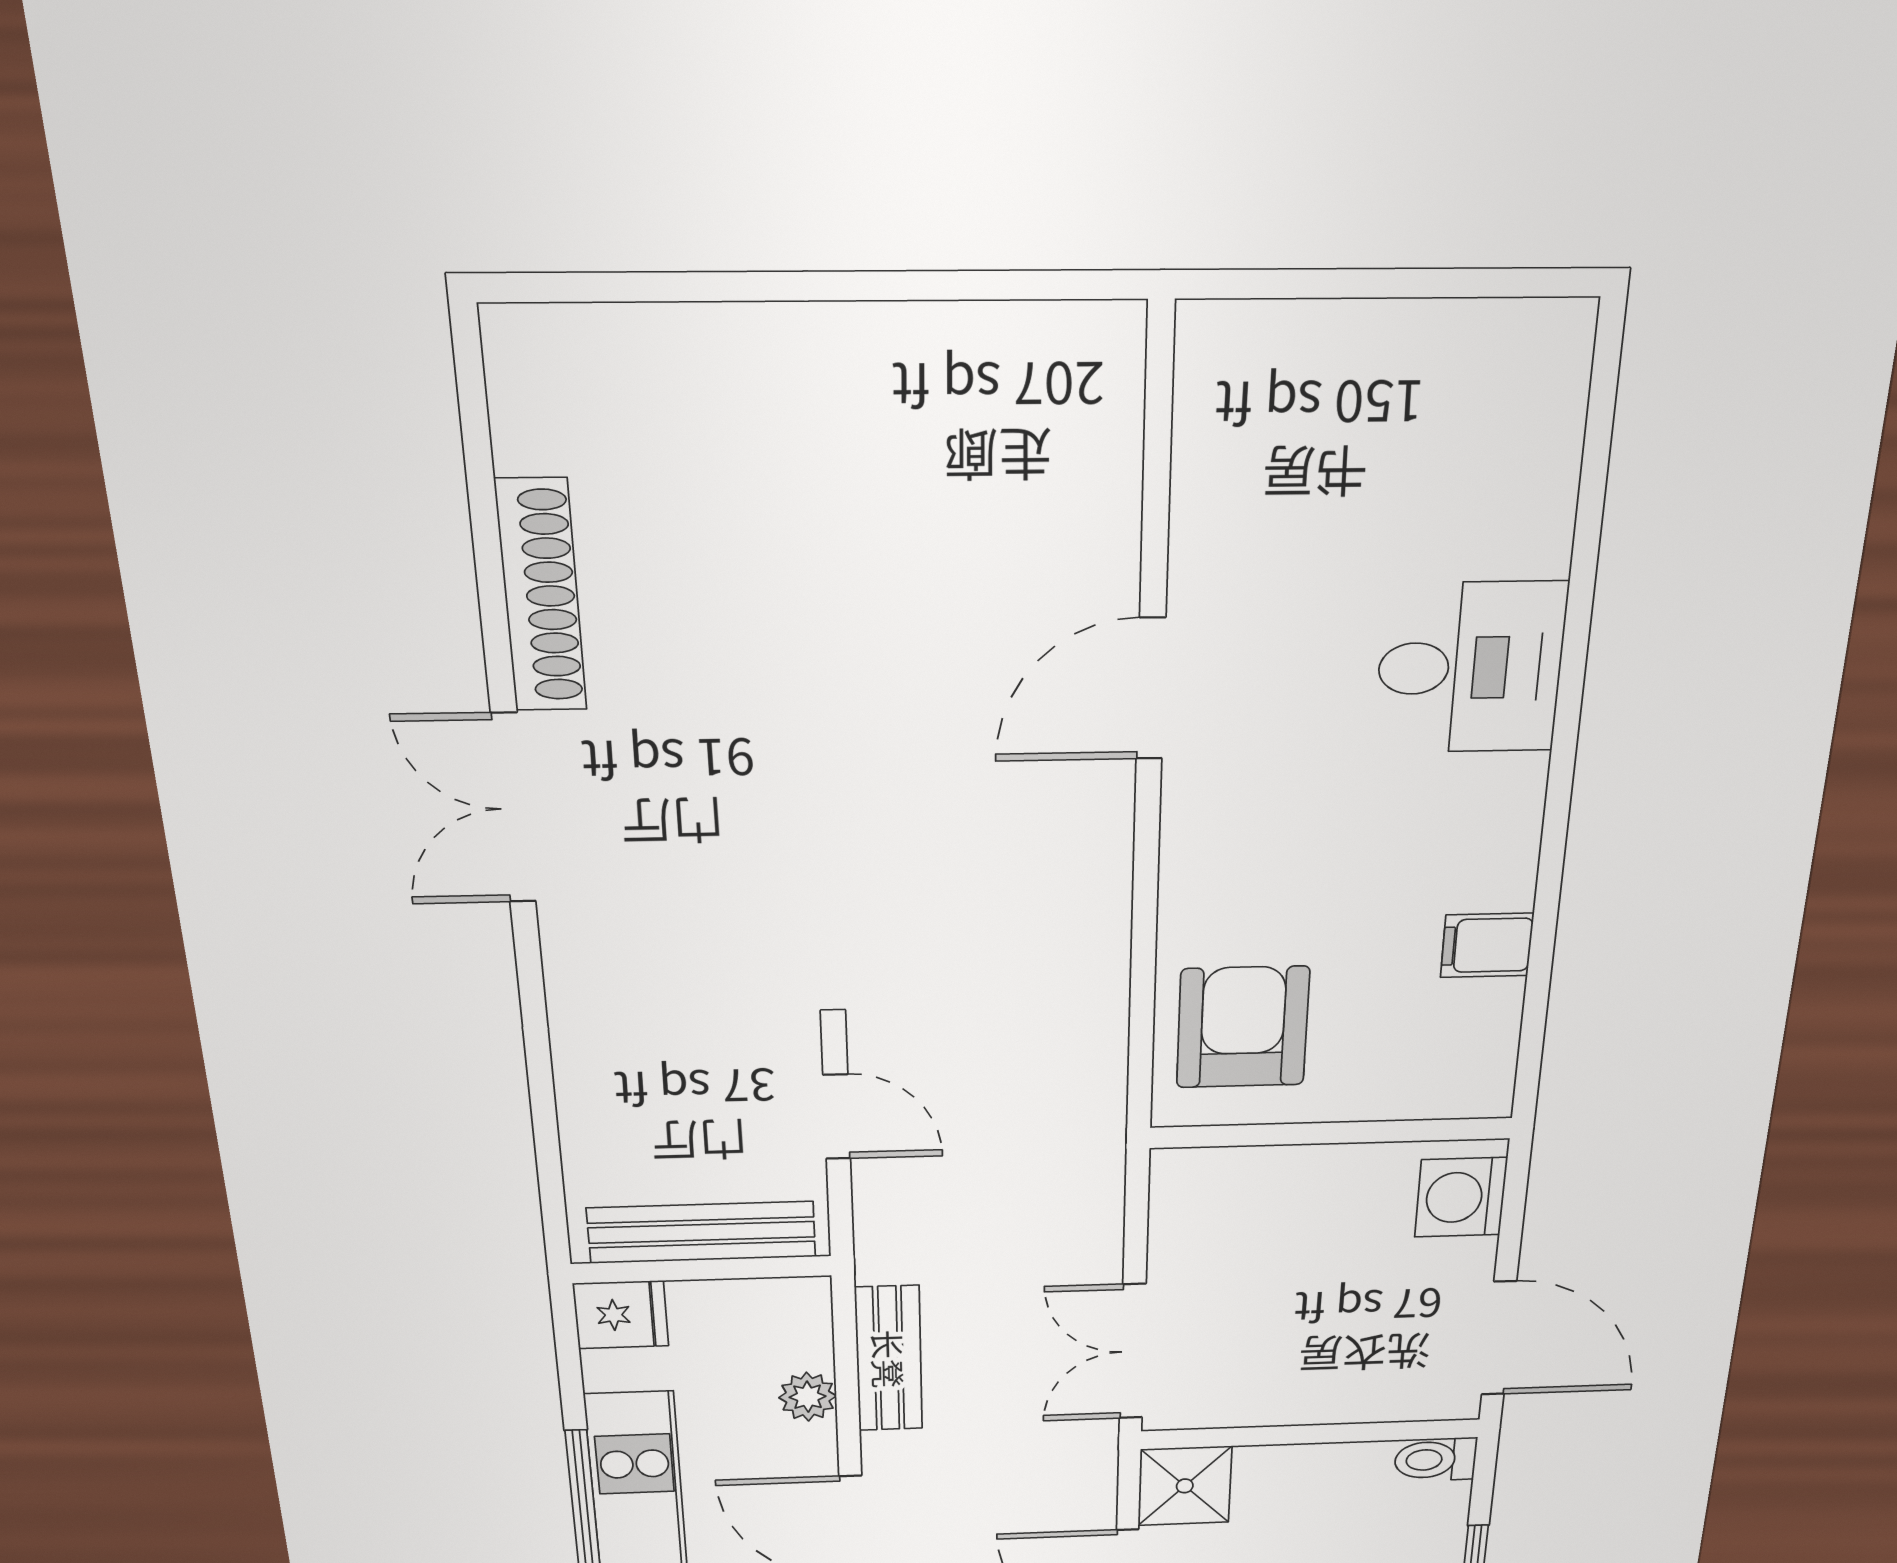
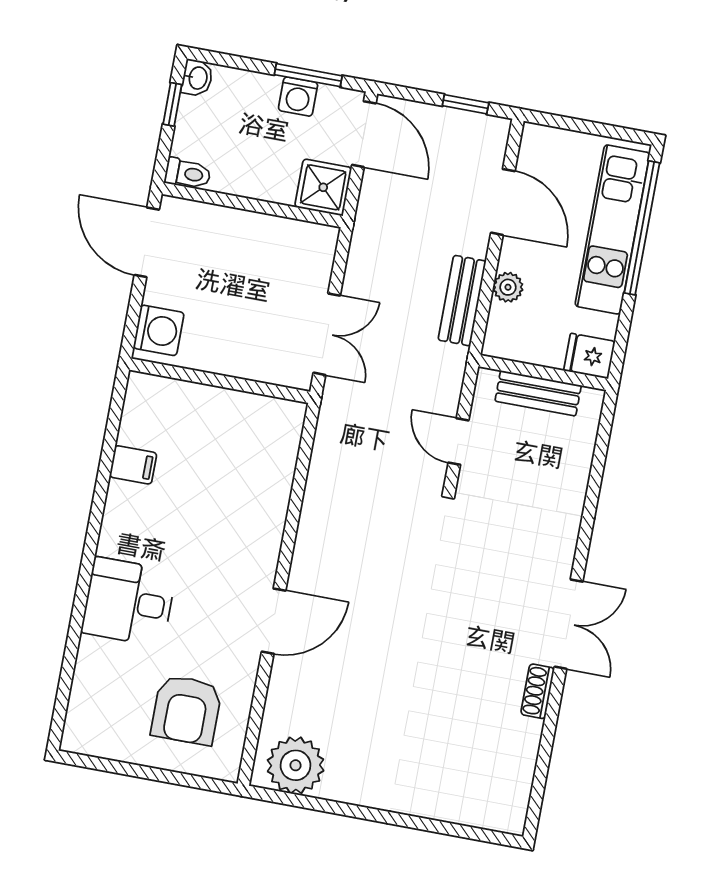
plant: (1048, 371) -> (296, 765), added
shoe rack: (541, 596) -> (538, 691), width x0.51, depth x0.81
armchair: (1243, 1027) -> (186, 710), moved
bench: (702, 1232) -> (538, 393), width x0.73
double door: (1133, 1352) -> (327, 334), moved

